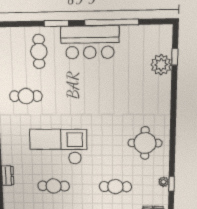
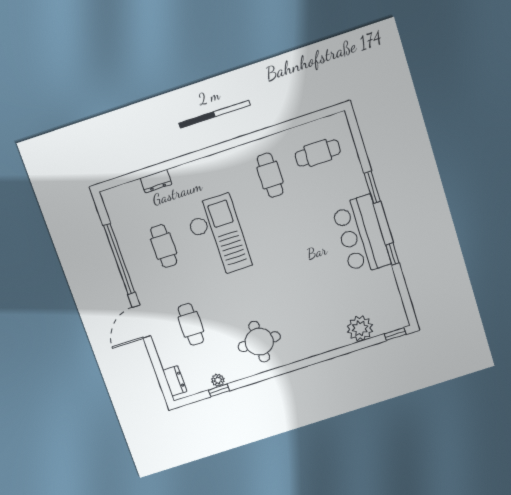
window: (112, 22) -> (392, 254), width x0.32
cafe table: (39, 52) -> (318, 153), moved
window: (175, 57) -> (395, 334), moved

